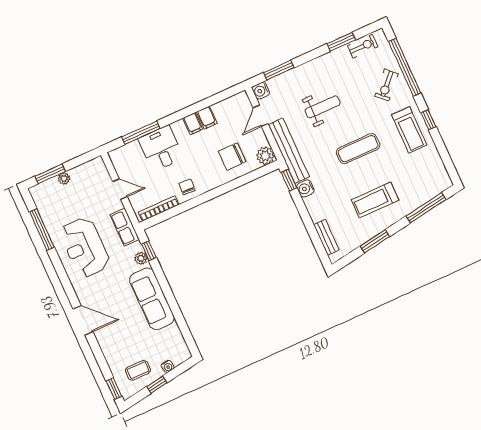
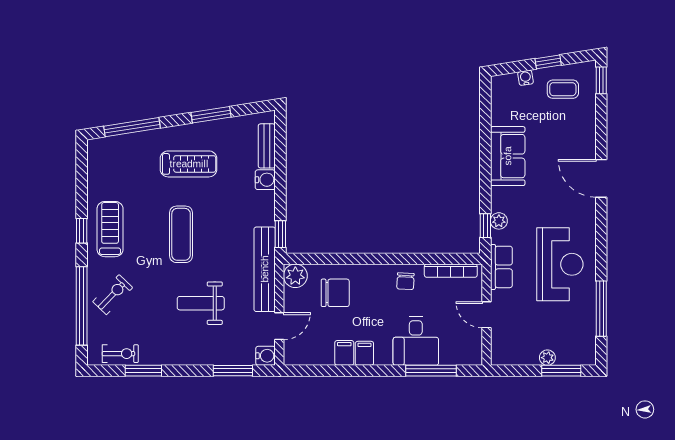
exercise bike: (363, 46) -> (120, 354), turned 180
exercise mat: (358, 149) -> (181, 234), turned 90
water cooler: (305, 188) -> (265, 180), moved
sofa: (152, 299) -> (508, 156), width x0.73

